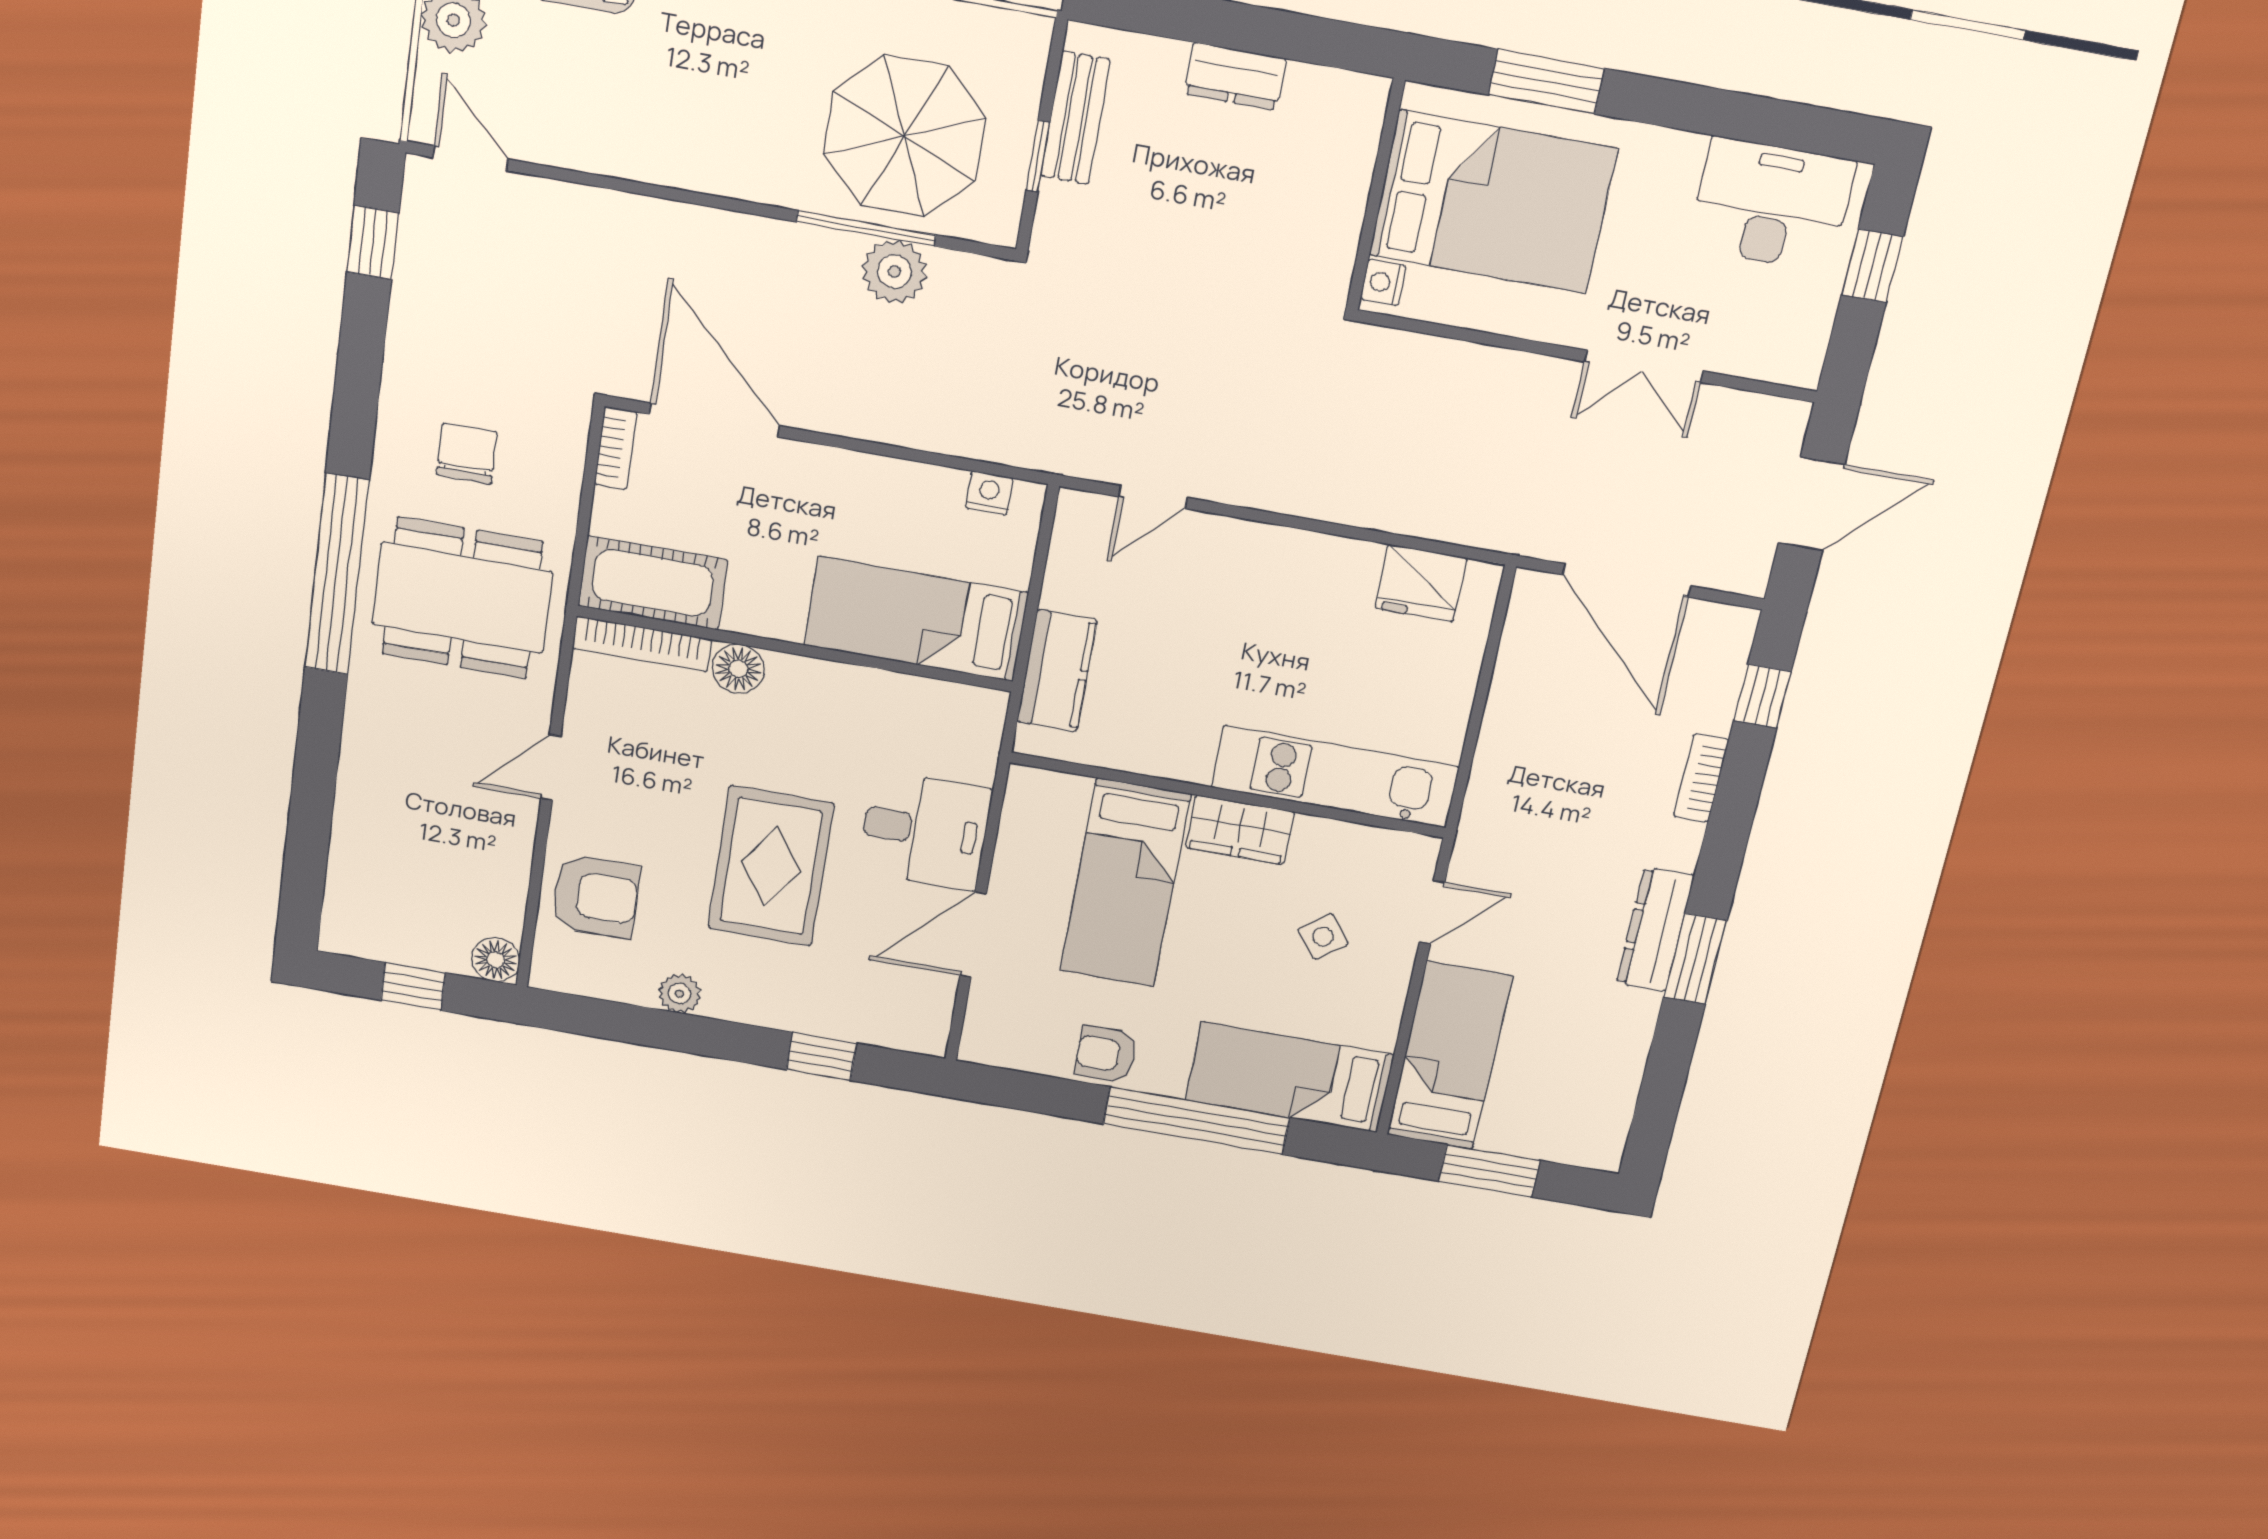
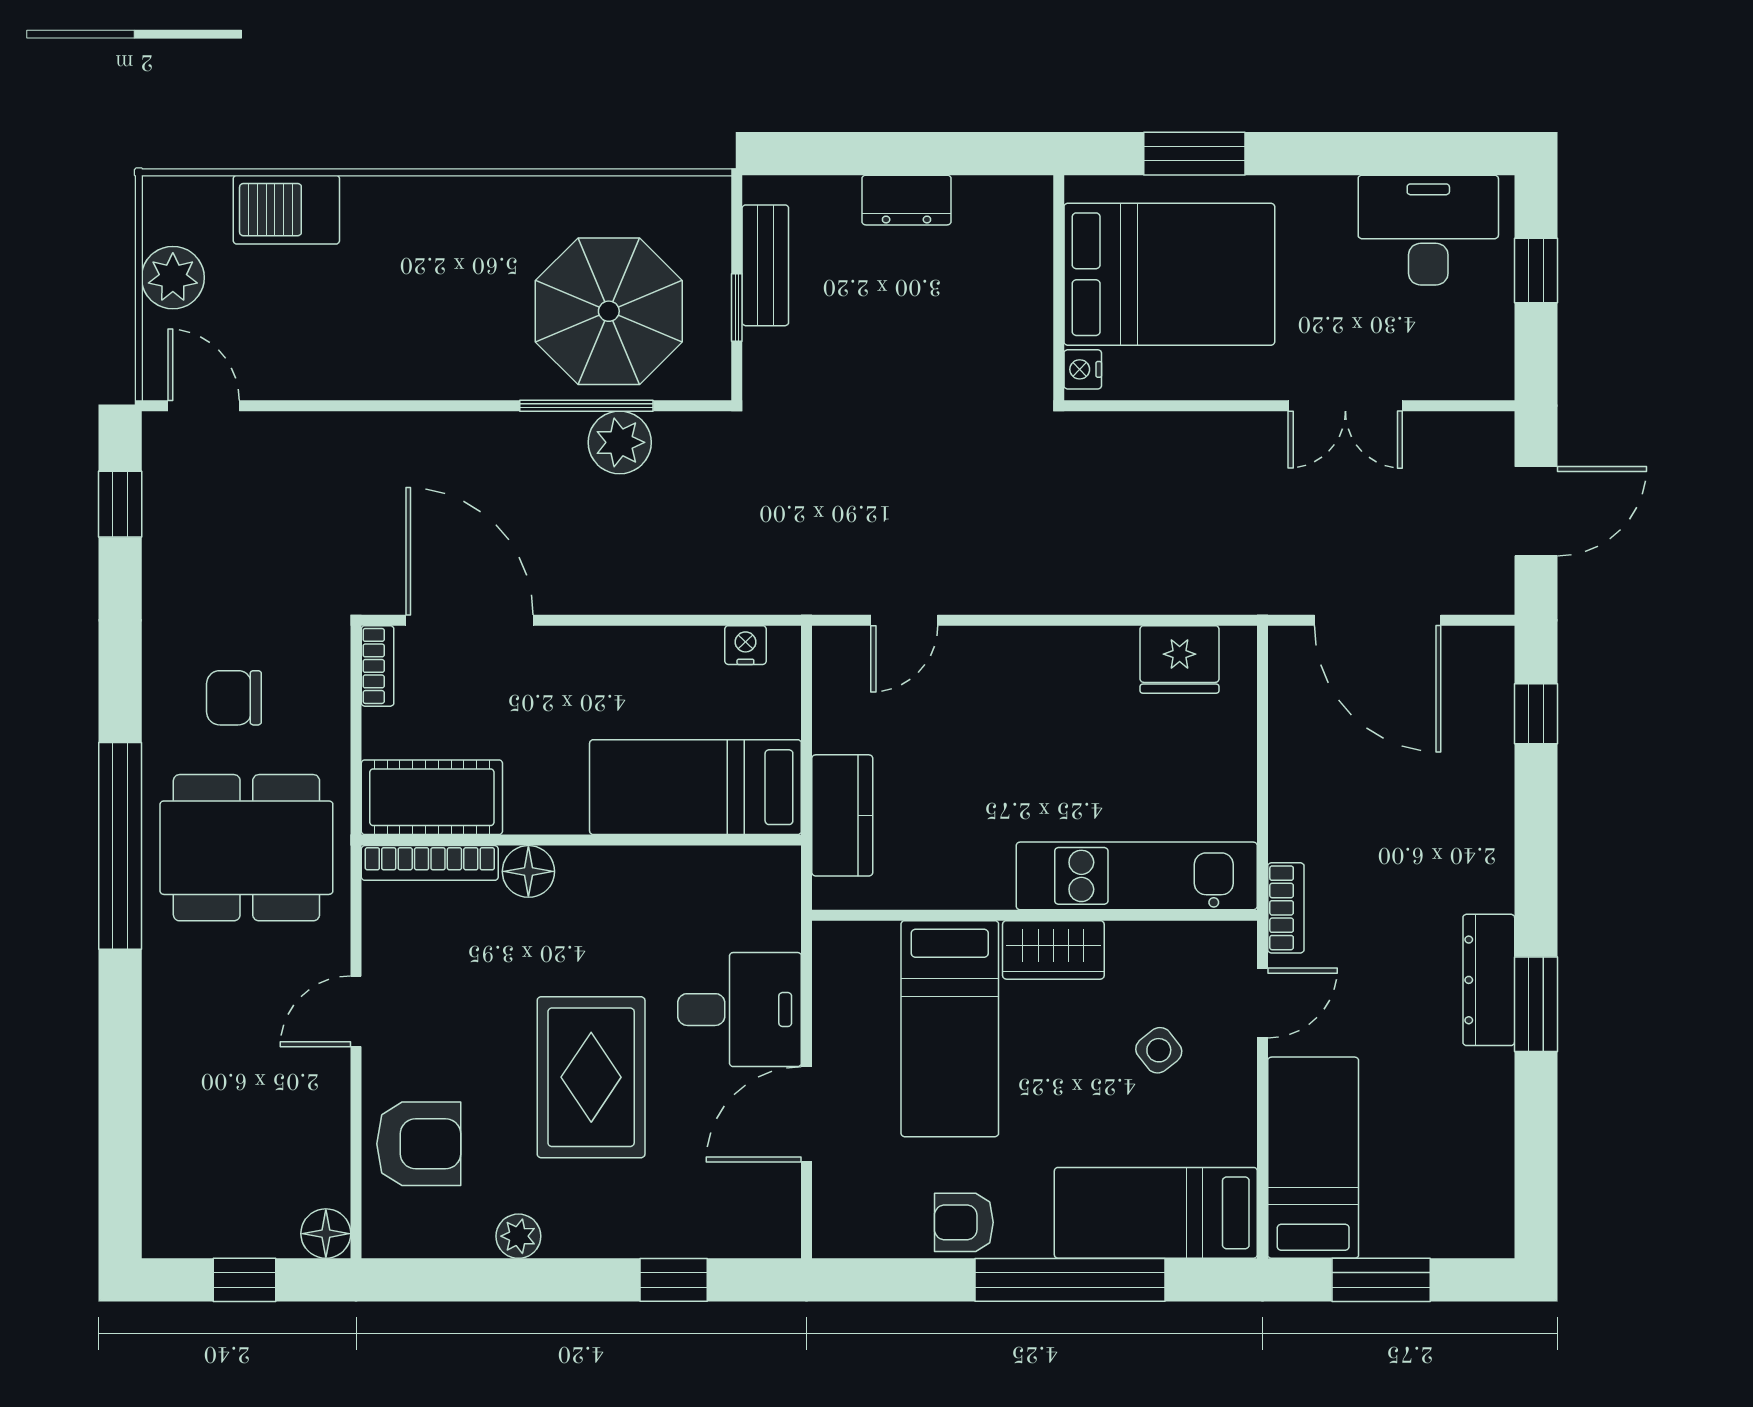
chair: (467, 453) -> (234, 698), turned -90
bookcase: (1701, 778) -> (1286, 908), moved, turned 180

